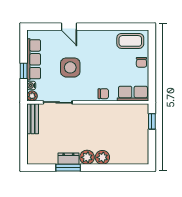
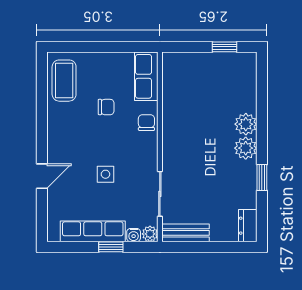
chair: (141, 62) -> (106, 107), moved
side table: (70, 67) -> (105, 174), width x0.54, depth x0.54
window: (152, 121) -> (224, 47), moved
dresser: (68, 159) -> (248, 226), moved
window: (68, 168) -> (262, 177), width x0.67

